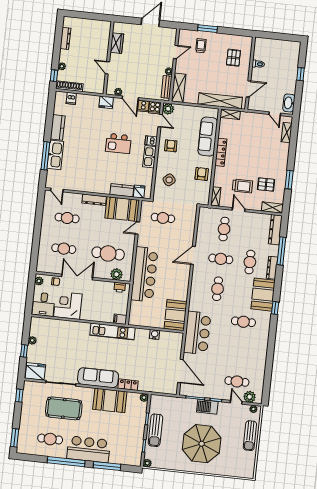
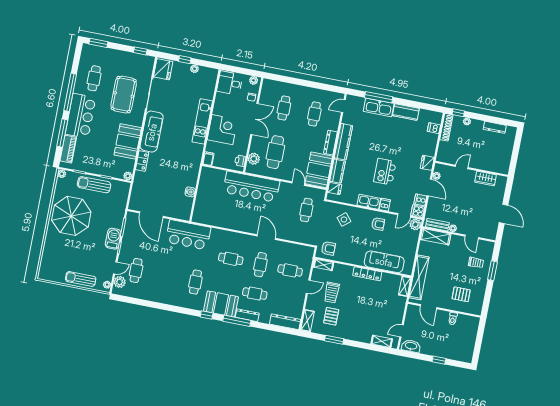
door: (130, 98) -> (429, 187), swing flipped
armchair: (202, 174) -> (328, 248), moved
kitchen counter: (92, 187) -> (343, 142), added
window: (281, 251) -> (237, 321), moved
corner desk: (68, 305) -> (222, 130), moved
booth: (175, 315) -> (208, 214), removed
kitchen unit: (113, 331) -> (202, 121), moved
door: (180, 371) -> (151, 215), hinge flipped
parasol: (202, 444) -> (71, 216), moved
piano: (122, 459) -> (68, 149), added

